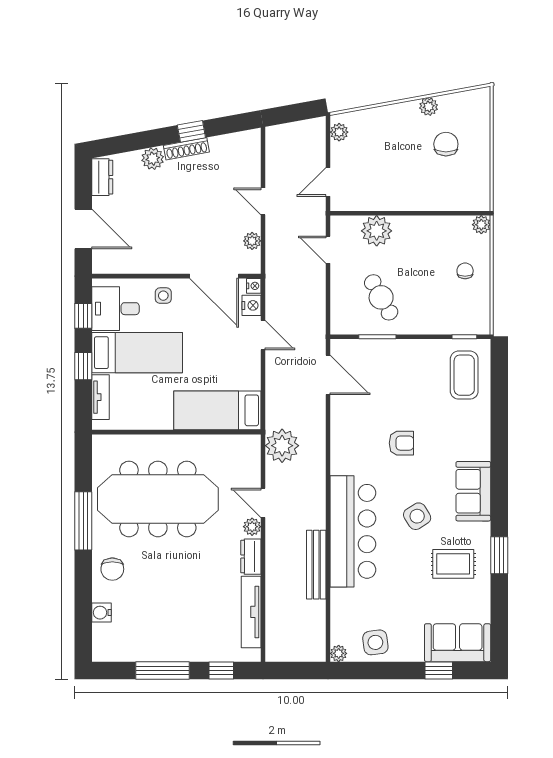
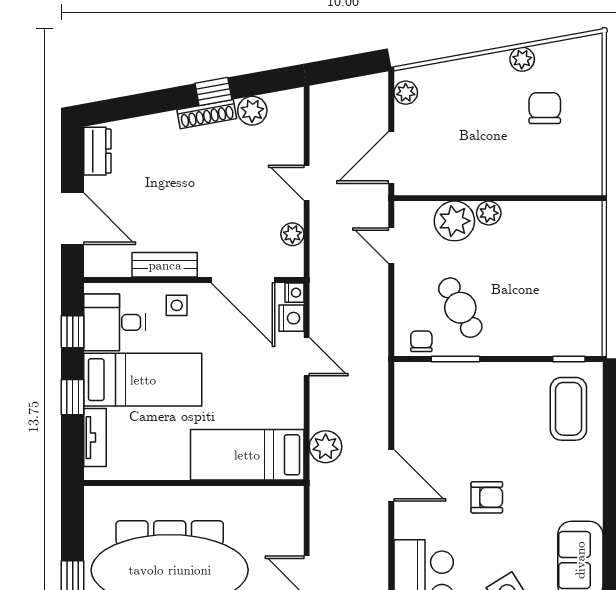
plant: (153, 159) -> (252, 111), moved
door: (328, 182) -> (391, 157), width x1.38
plant: (481, 225) -> (489, 213), moved
bench: (154, 264) -> (165, 265), added
chair: (465, 271) -> (421, 341), moved
door: (328, 375) -> (391, 475), moved
plant: (282, 446) -> (326, 447), moved, width x0.73, depth x0.73

